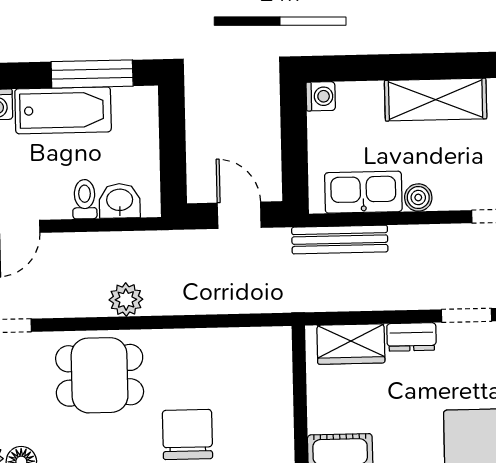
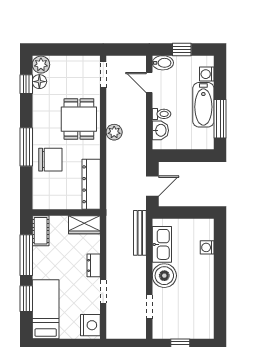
washing machine: (321, 96) -> (207, 247), moved, turned 90
shelving: (436, 100) -> (204, 279), removed
boiler: (418, 197) -> (164, 276), width x1.86, depth x1.86
wardrobe: (351, 344) -> (84, 225), moved, turned -90
dresser: (238, 346) -> (91, 184), added

